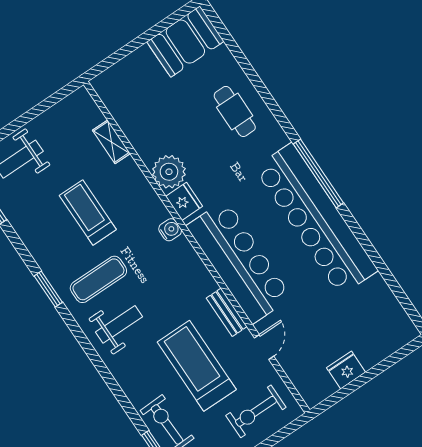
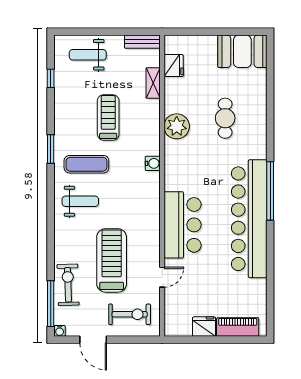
cafe table: (235, 111) -> (225, 118), moved
fridge: (184, 201) -> (174, 66), moved
bar counter: (239, 262) -> (183, 225), width x0.73
bench: (227, 312) -> (142, 42), moved, turned 90
piano: (383, 346) -> (238, 327), added
exercise bike: (256, 411) -> (130, 314), turned 180

